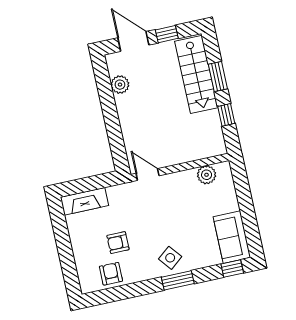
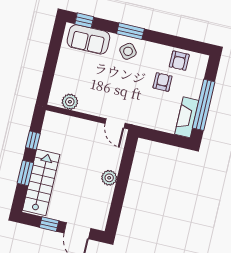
plant: (120, 85) -> (109, 178), moved
fireplace: (84, 201) -> (187, 117), moved, turned -90
sofa: (232, 237) -> (88, 39), moved, turned 90
window: (63, 239) -> (204, 105), added
armchair: (118, 243) -> (163, 82), turned -90

